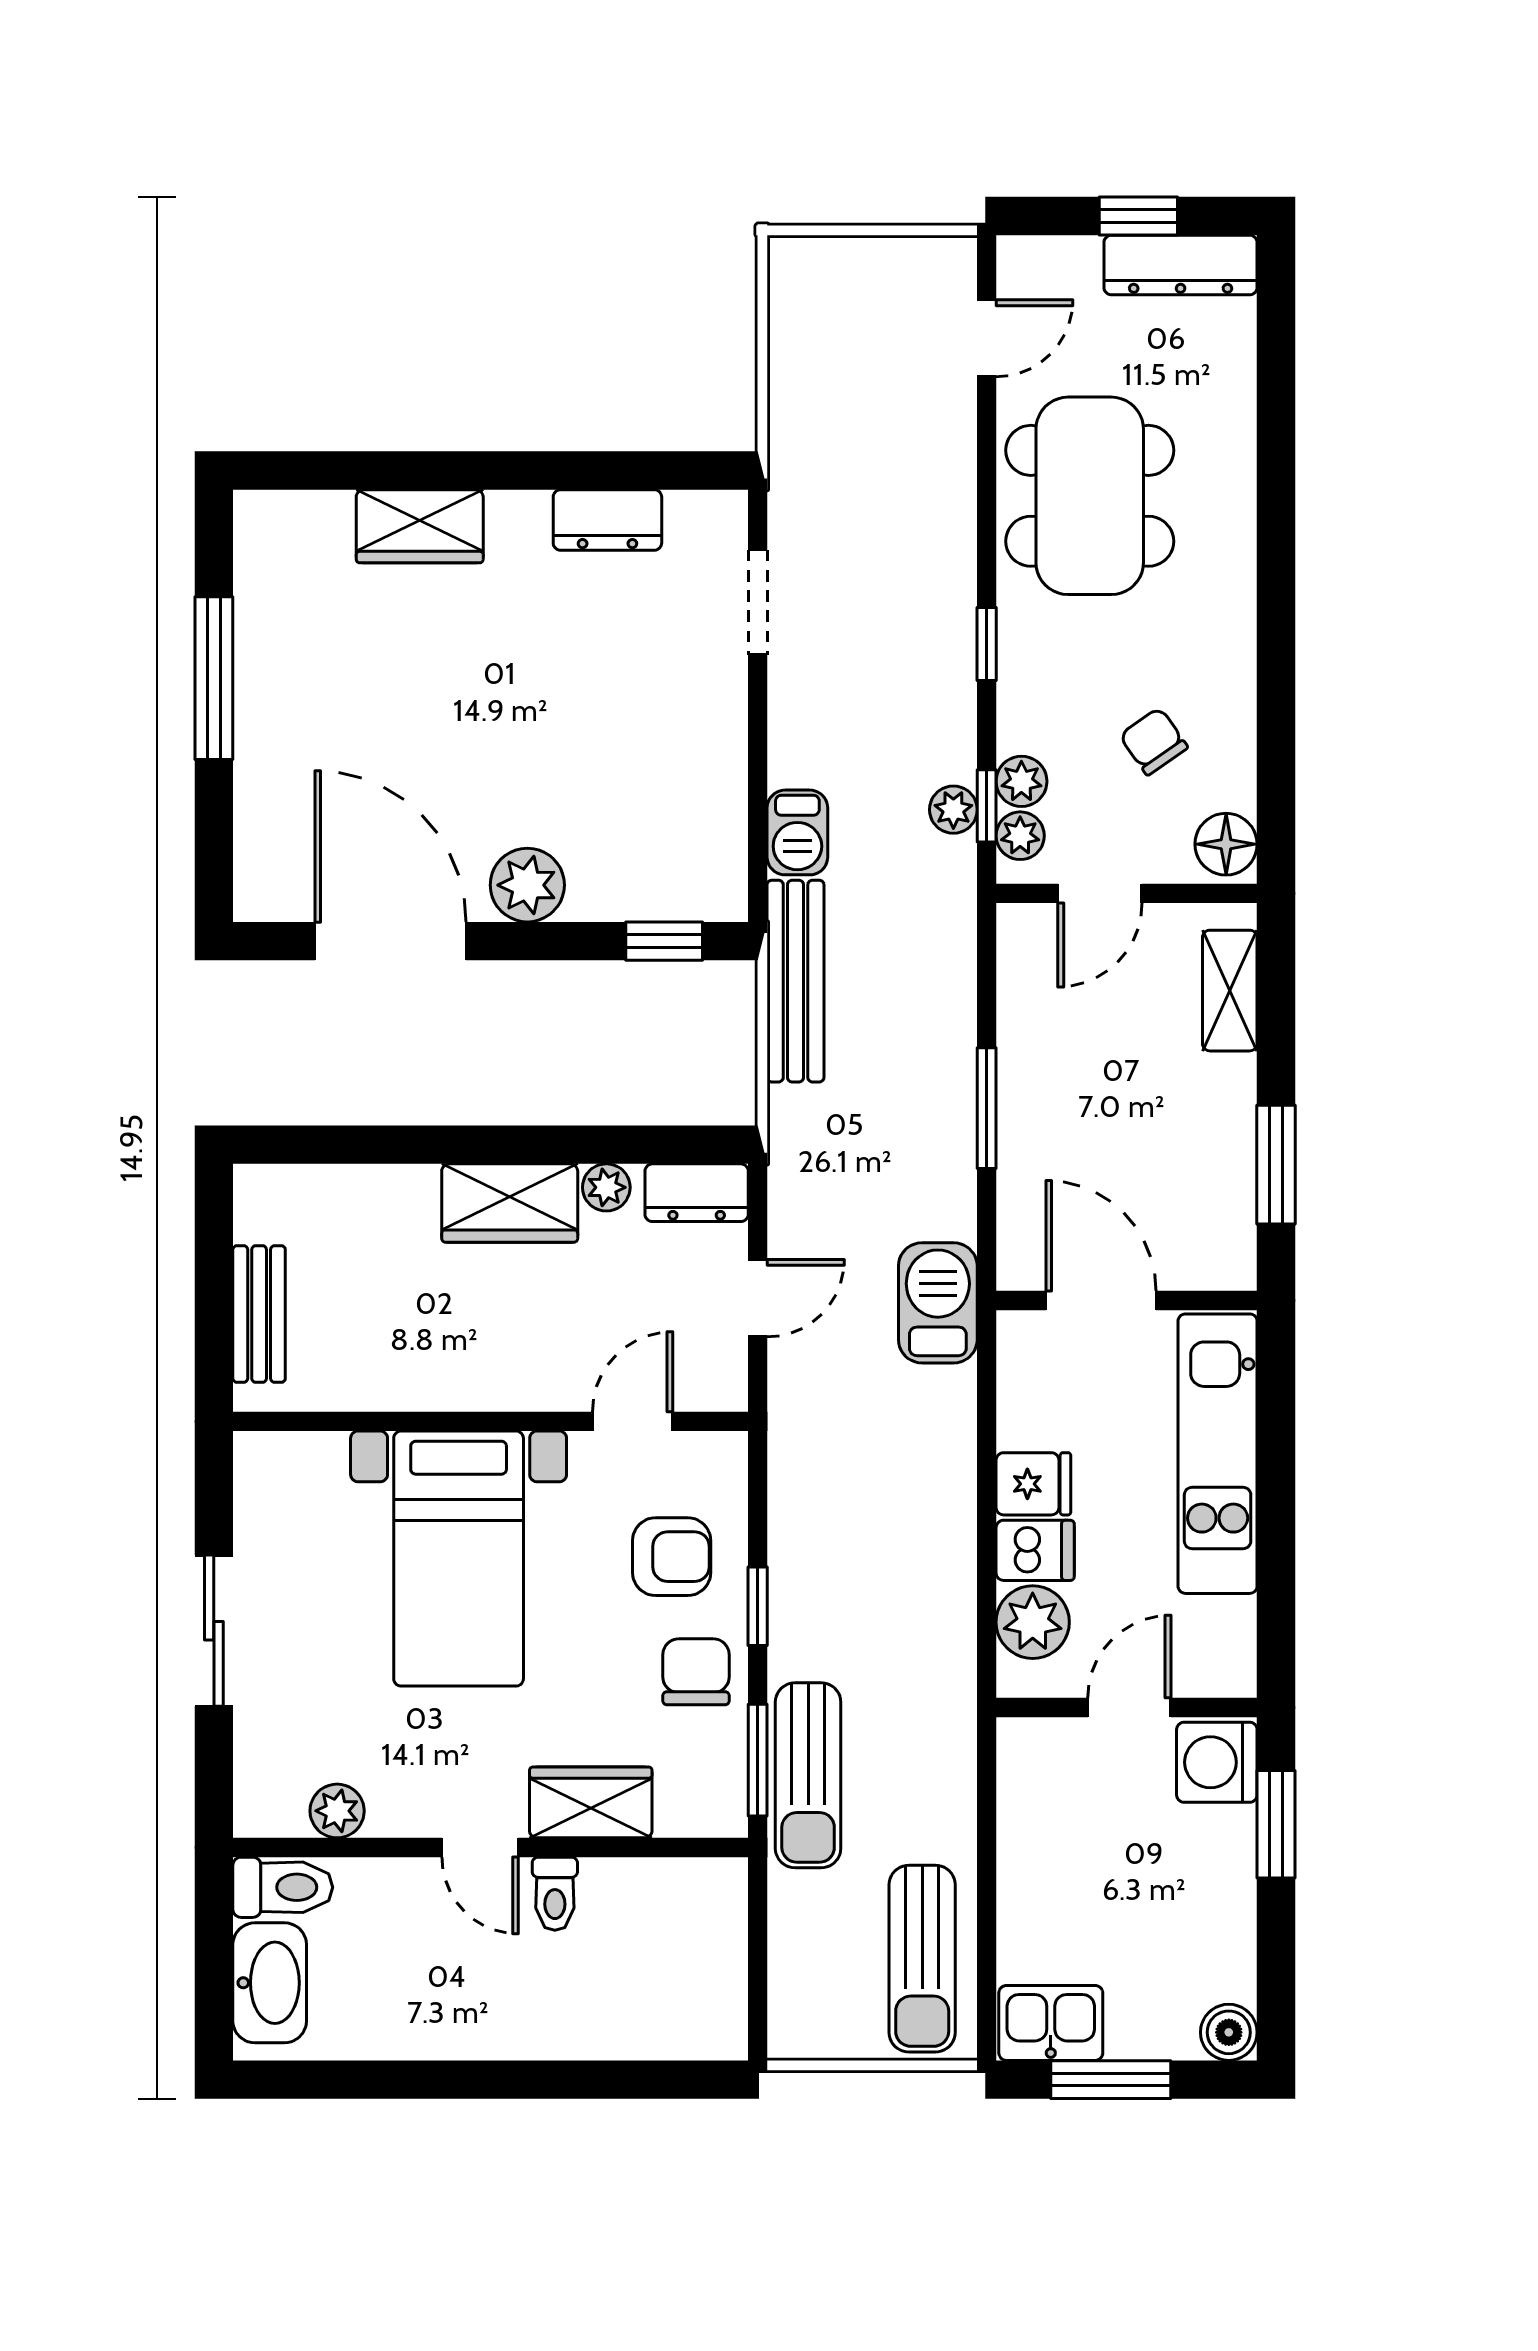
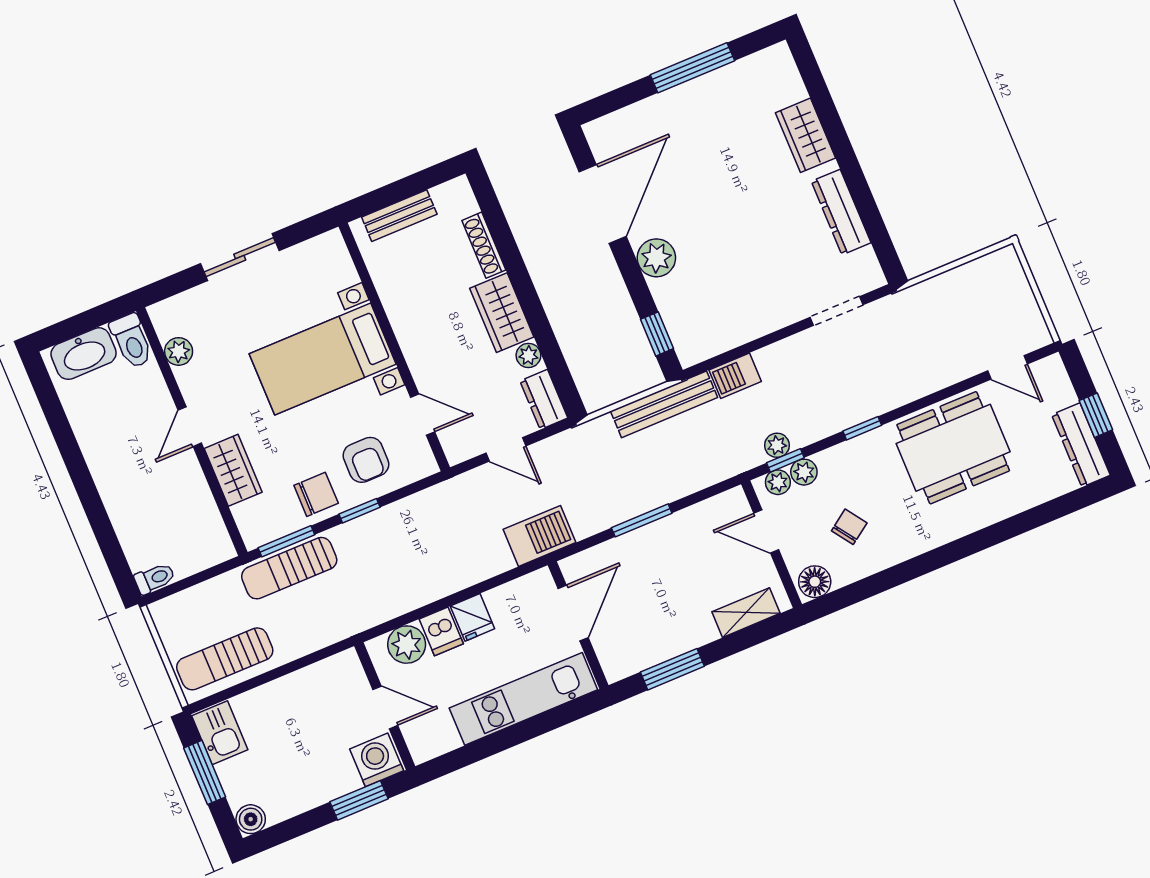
dresser: (607, 520) -> (841, 212), width x1.44
shoe rack: (376, 1185) -> (484, 245), added
toilet: (555, 1894) -> (155, 578), moved, turned 180

